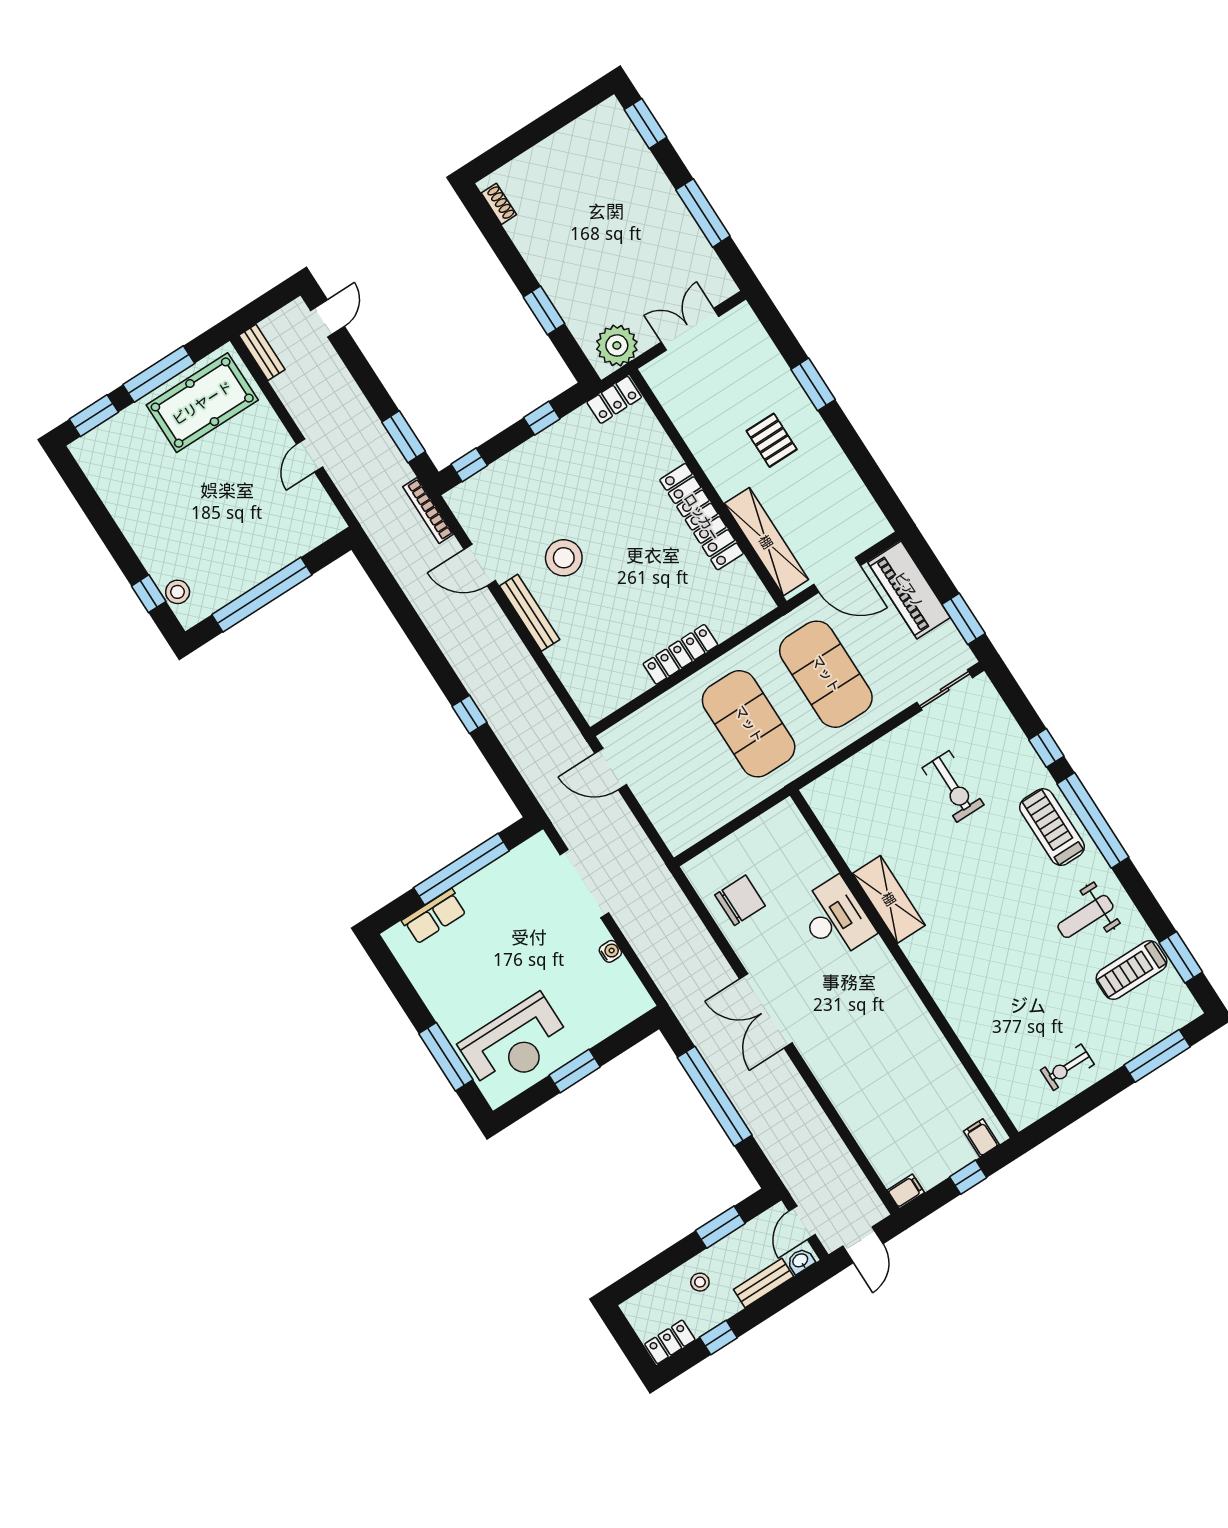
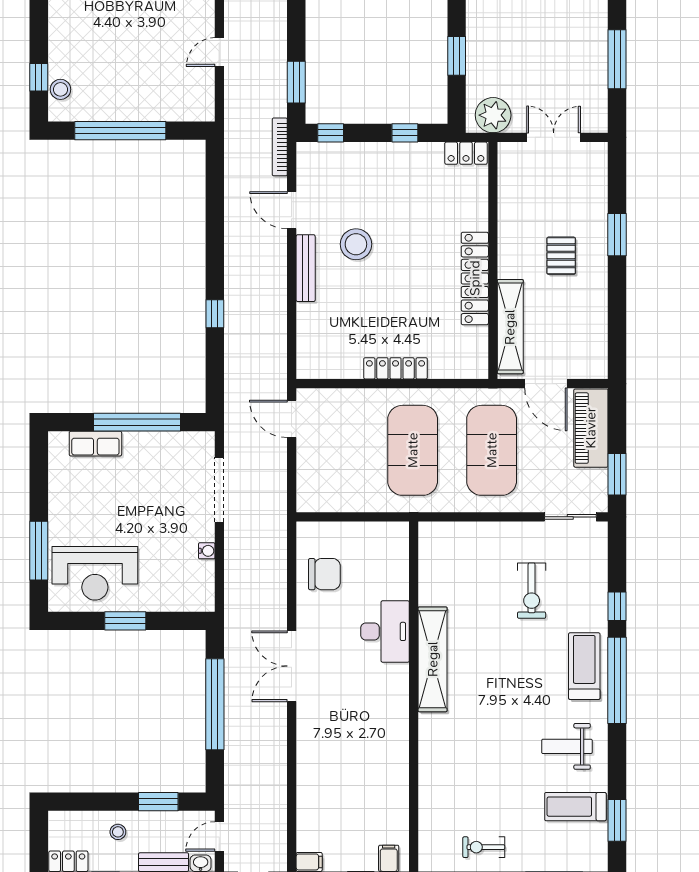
shelving: (889, 899) -> (433, 659), width x1.47

